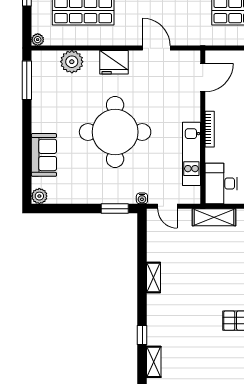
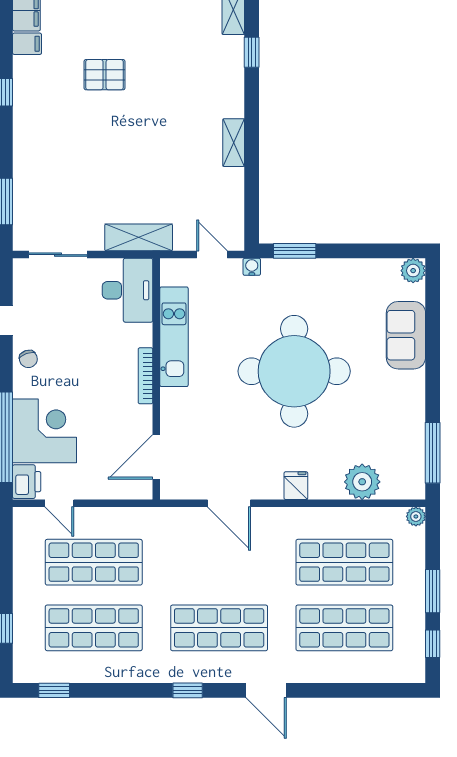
fridge: (114, 62) -> (296, 486), width x0.53, depth x0.75

